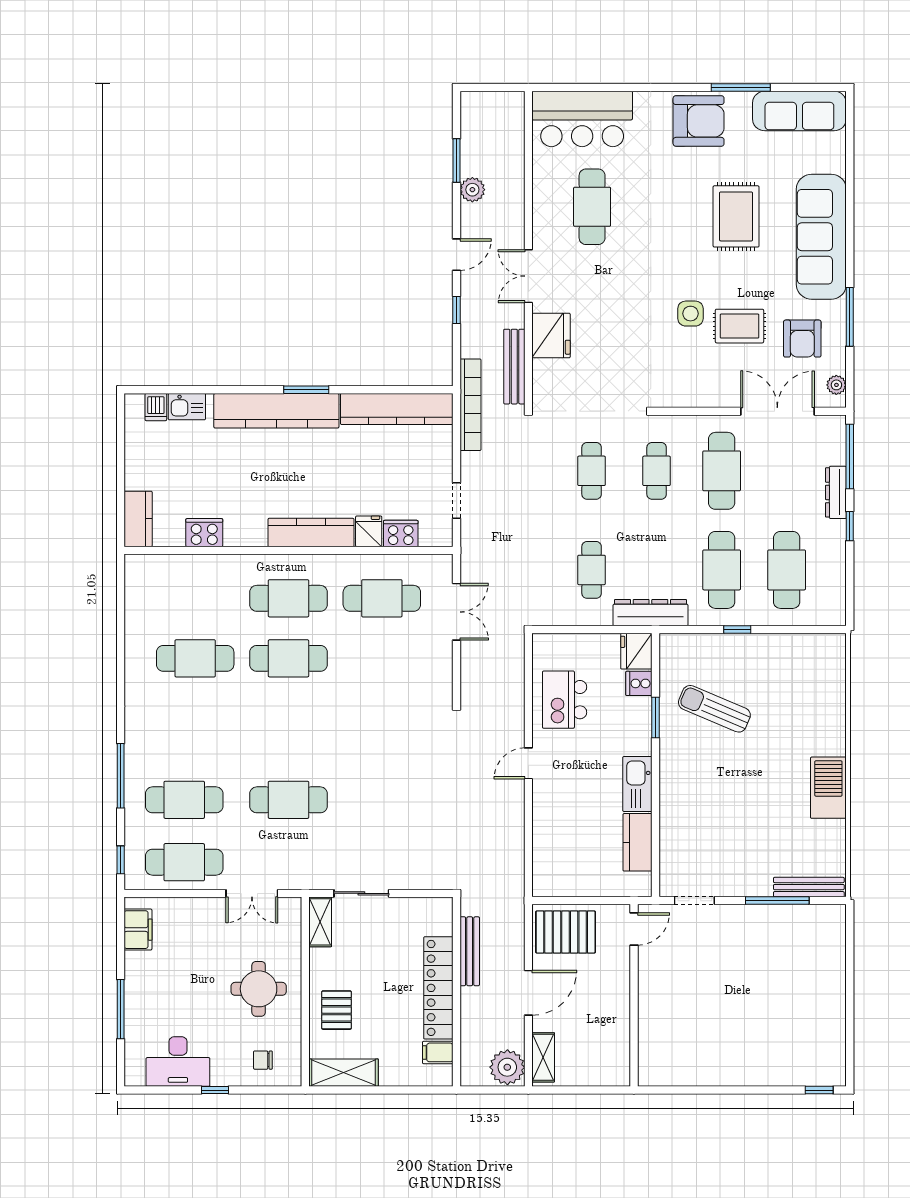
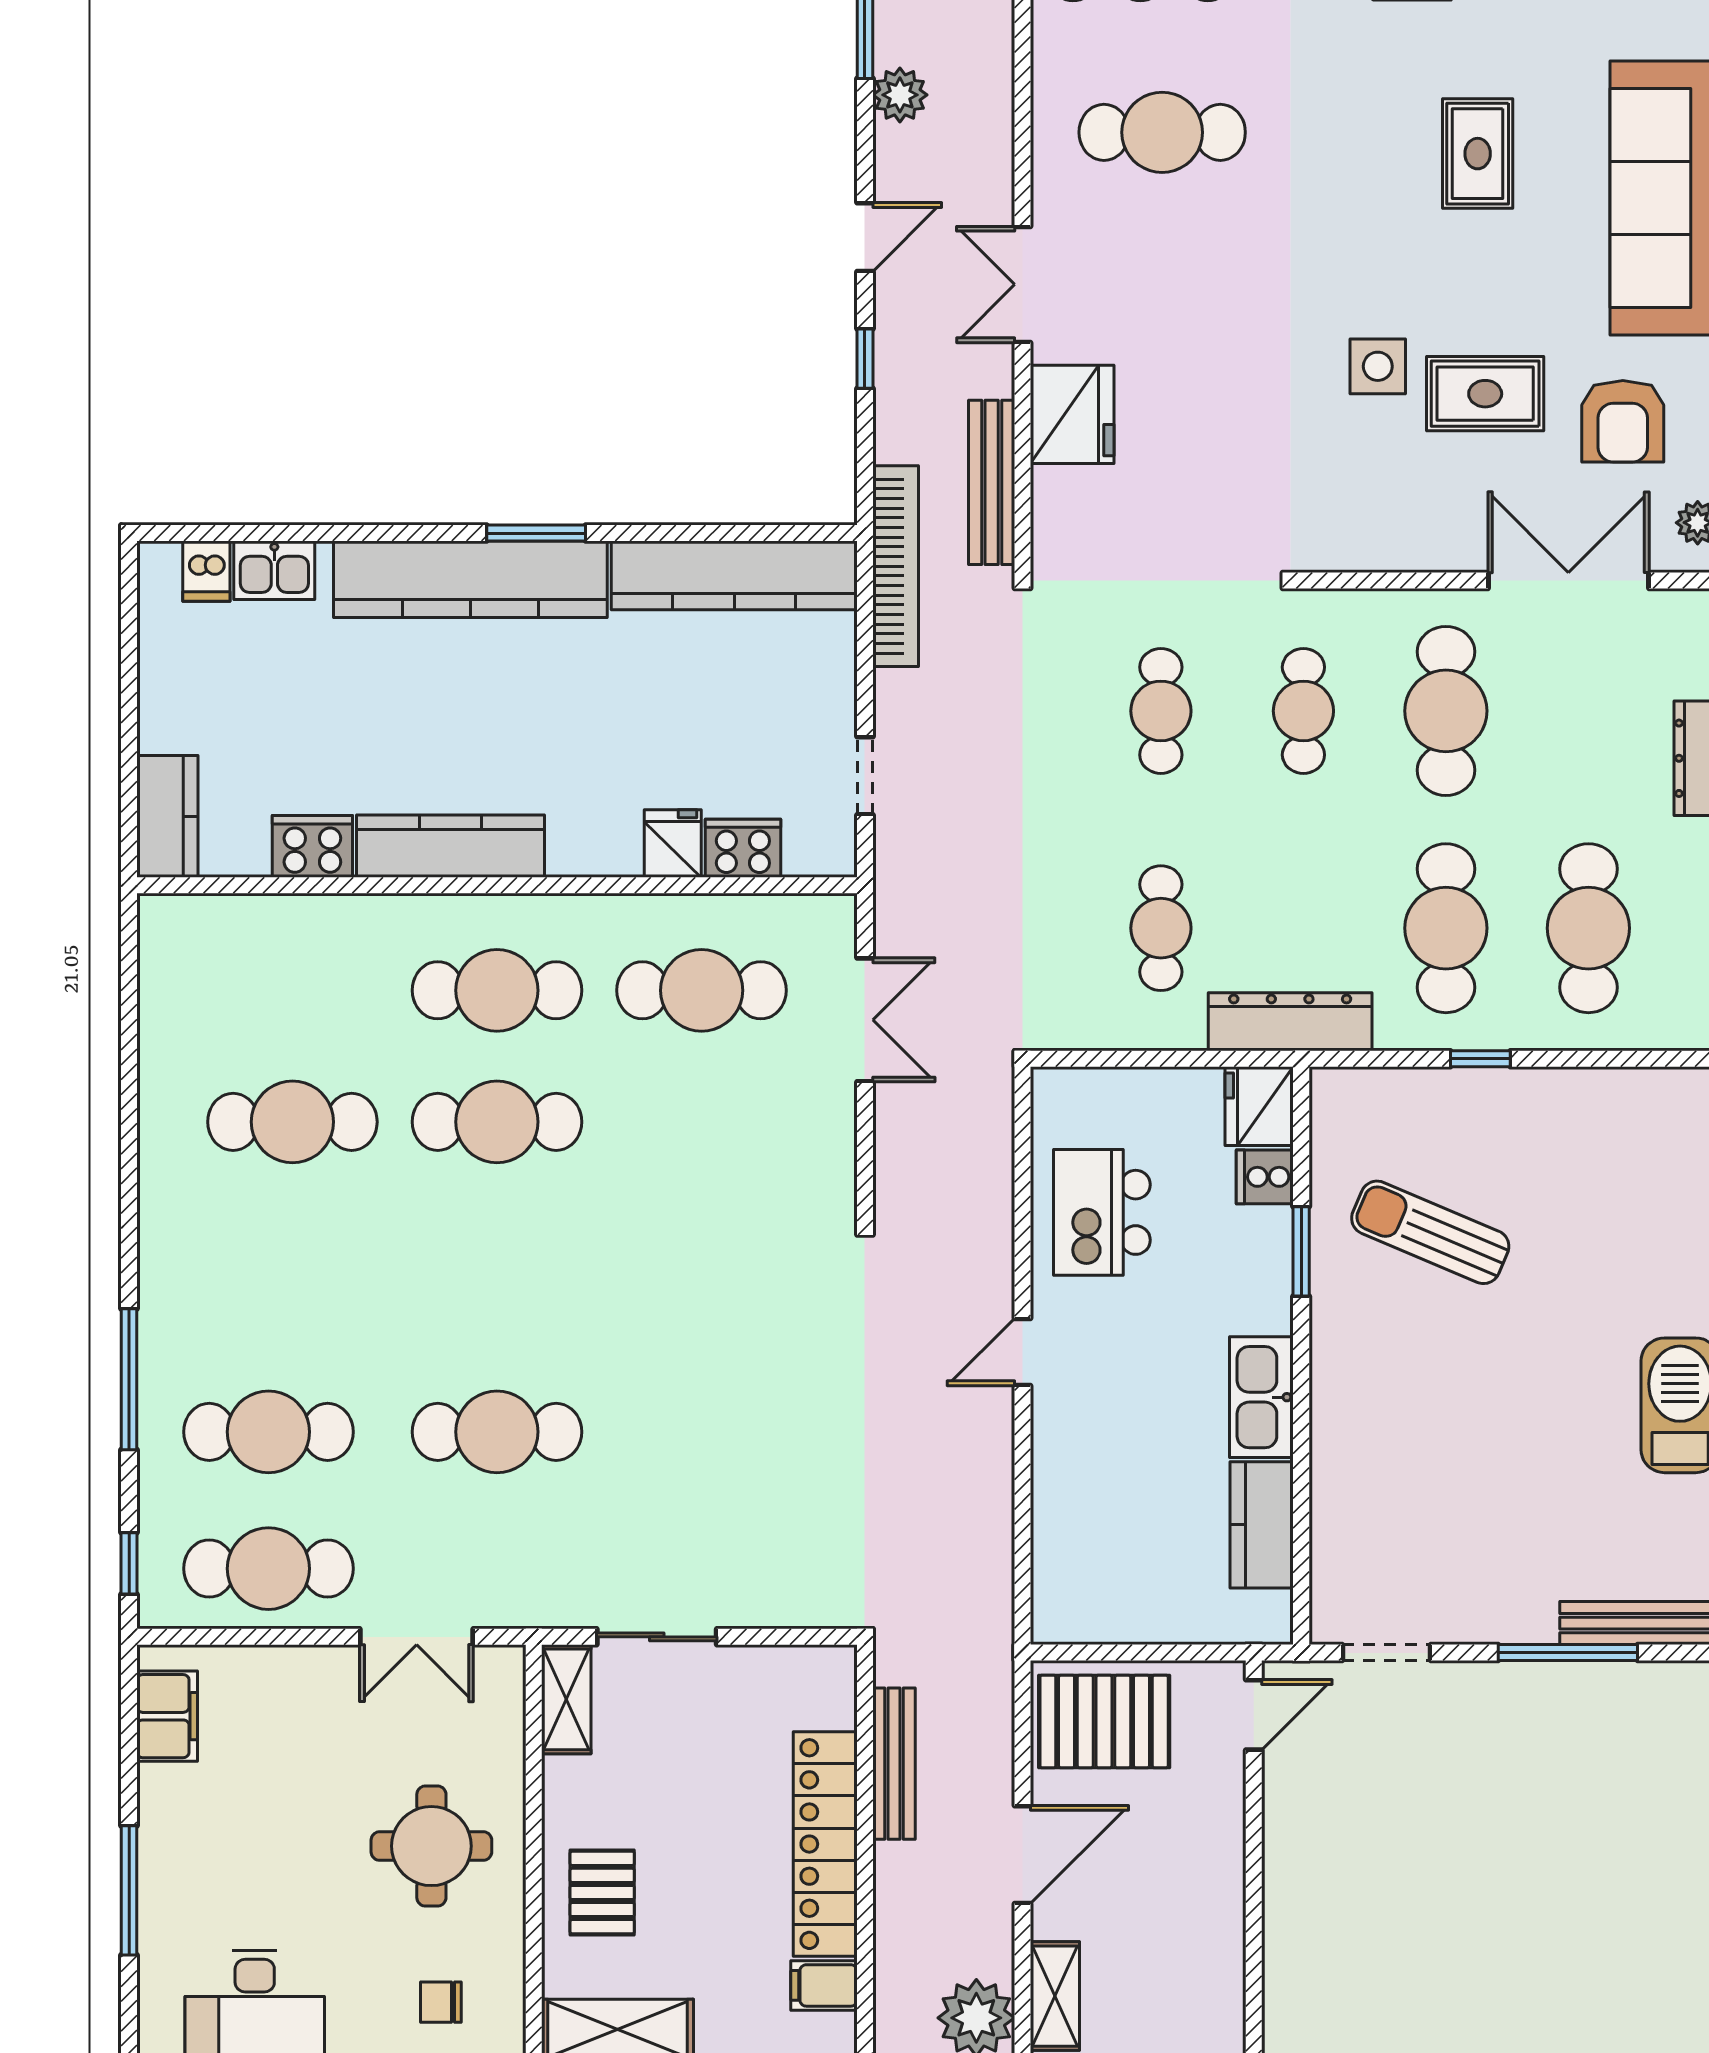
cafe table: (592, 207) -> (1162, 132), turned 90
rug: (736, 216) -> (1478, 154), width x0.73, depth x0.70
kitchen counter: (311, 532) -> (451, 846), moved

